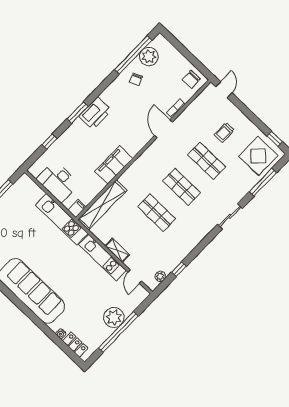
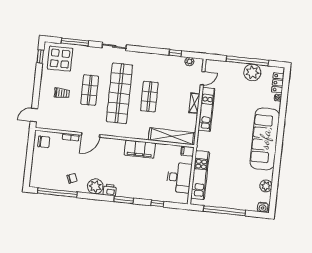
plant: (149, 57) -> (95, 186), moved
printer: (95, 113) -> (110, 190), width x0.53, depth x0.68
shop shelf: (182, 187) -> (119, 93), width x2.00, depth x1.36
kitchen unit: (62, 219) -> (200, 175), moved
plant: (114, 317) -> (252, 72), moved

